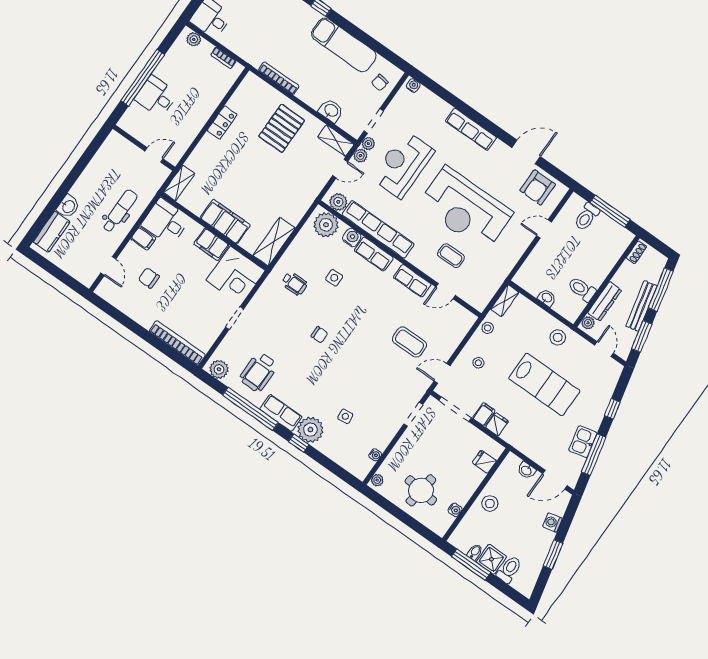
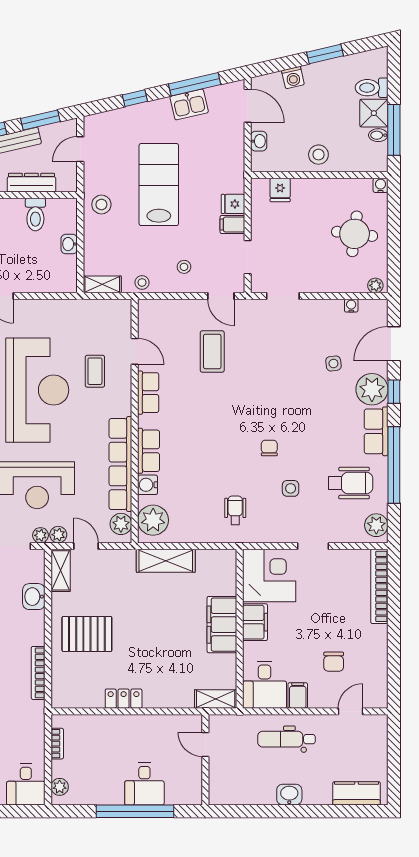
washbasin: (68, 206) -> (289, 795), moved
shelving: (274, 242) -> (166, 561), moved
side table: (334, 278) -> (291, 488), moved
plant: (588, 323) -> (65, 184), removed
doorway: (455, 409) -> (248, 257), width x0.73
door: (330, 465) -> (394, 344), added
water cooler: (455, 510) -> (381, 185), moved

